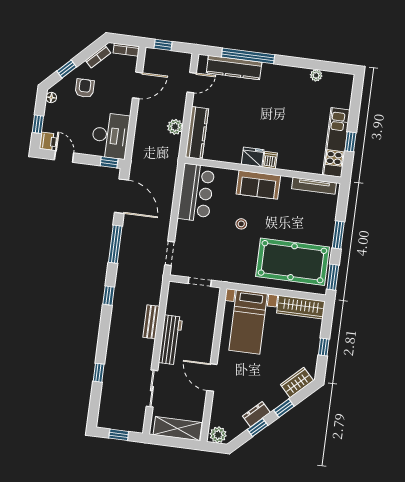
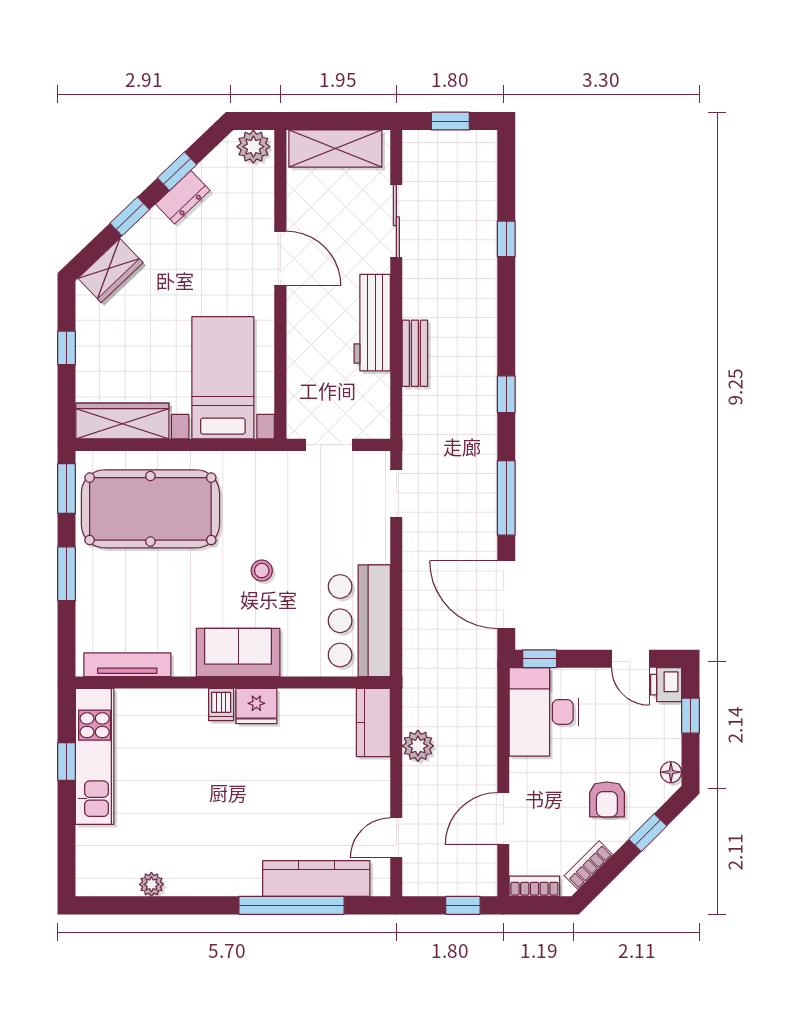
kitchen counter: (197, 133) -> (373, 723), width x0.67

